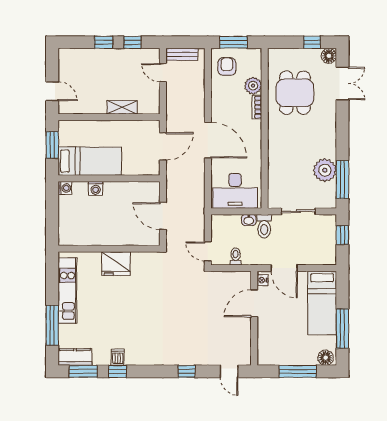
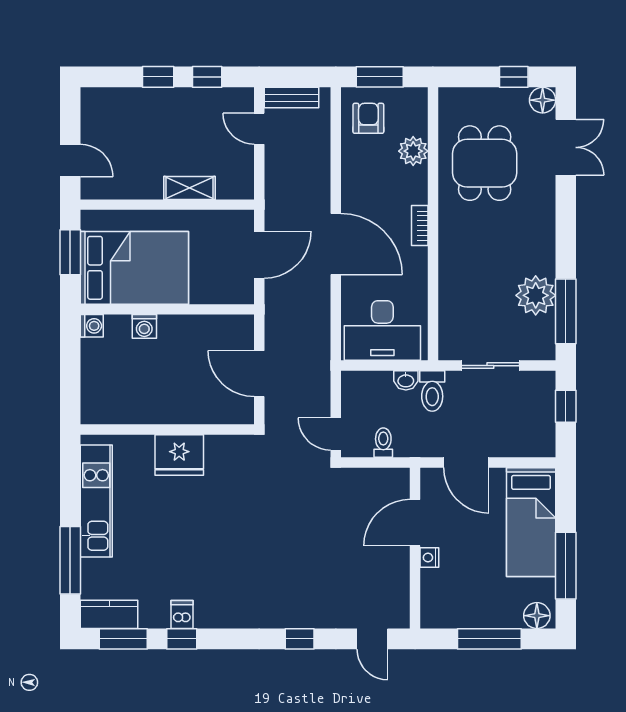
bookcase: (257, 107) -> (420, 226), moved
bed: (90, 161) -> (134, 268), width x1.50
nightstand: (263, 280) -> (429, 558), moved

